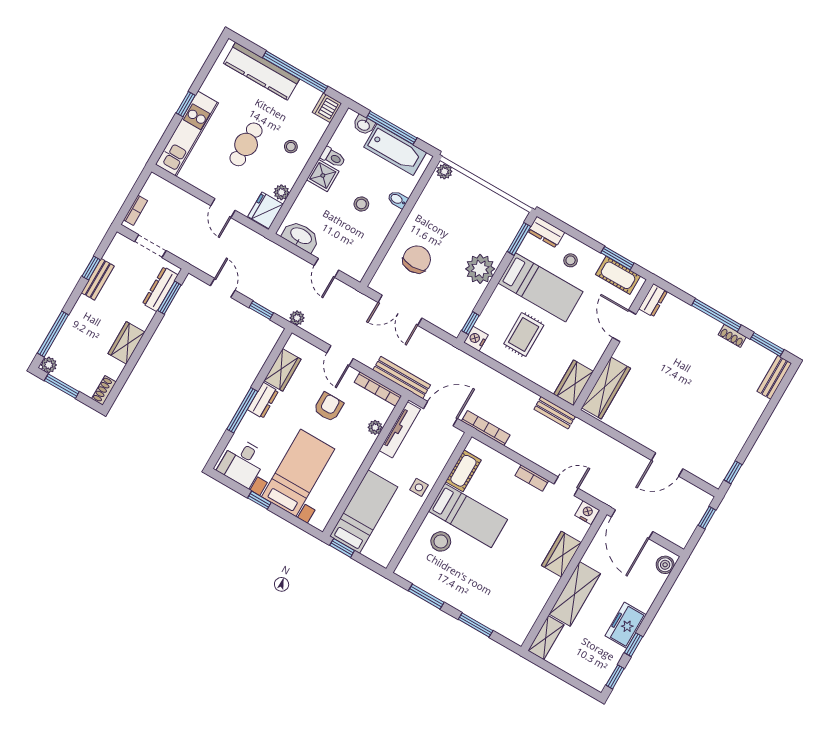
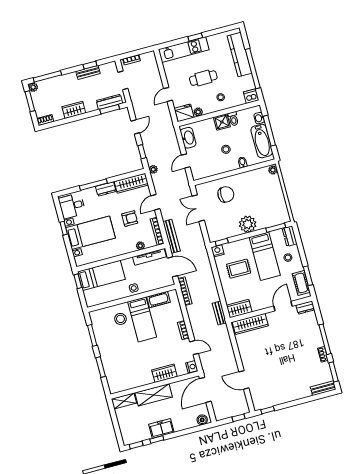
wardrobe: (283, 370) -> (131, 183), width x1.50

